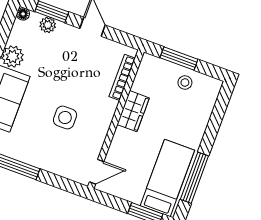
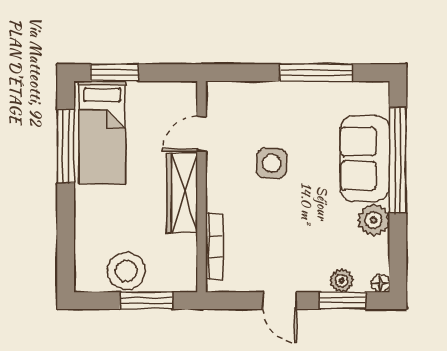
stool: (185, 82) -> (126, 271), width x1.89, depth x1.89
wardrobe: (133, 111) -> (182, 193), width x1.50
door: (97, 172) -> (202, 134), moved

